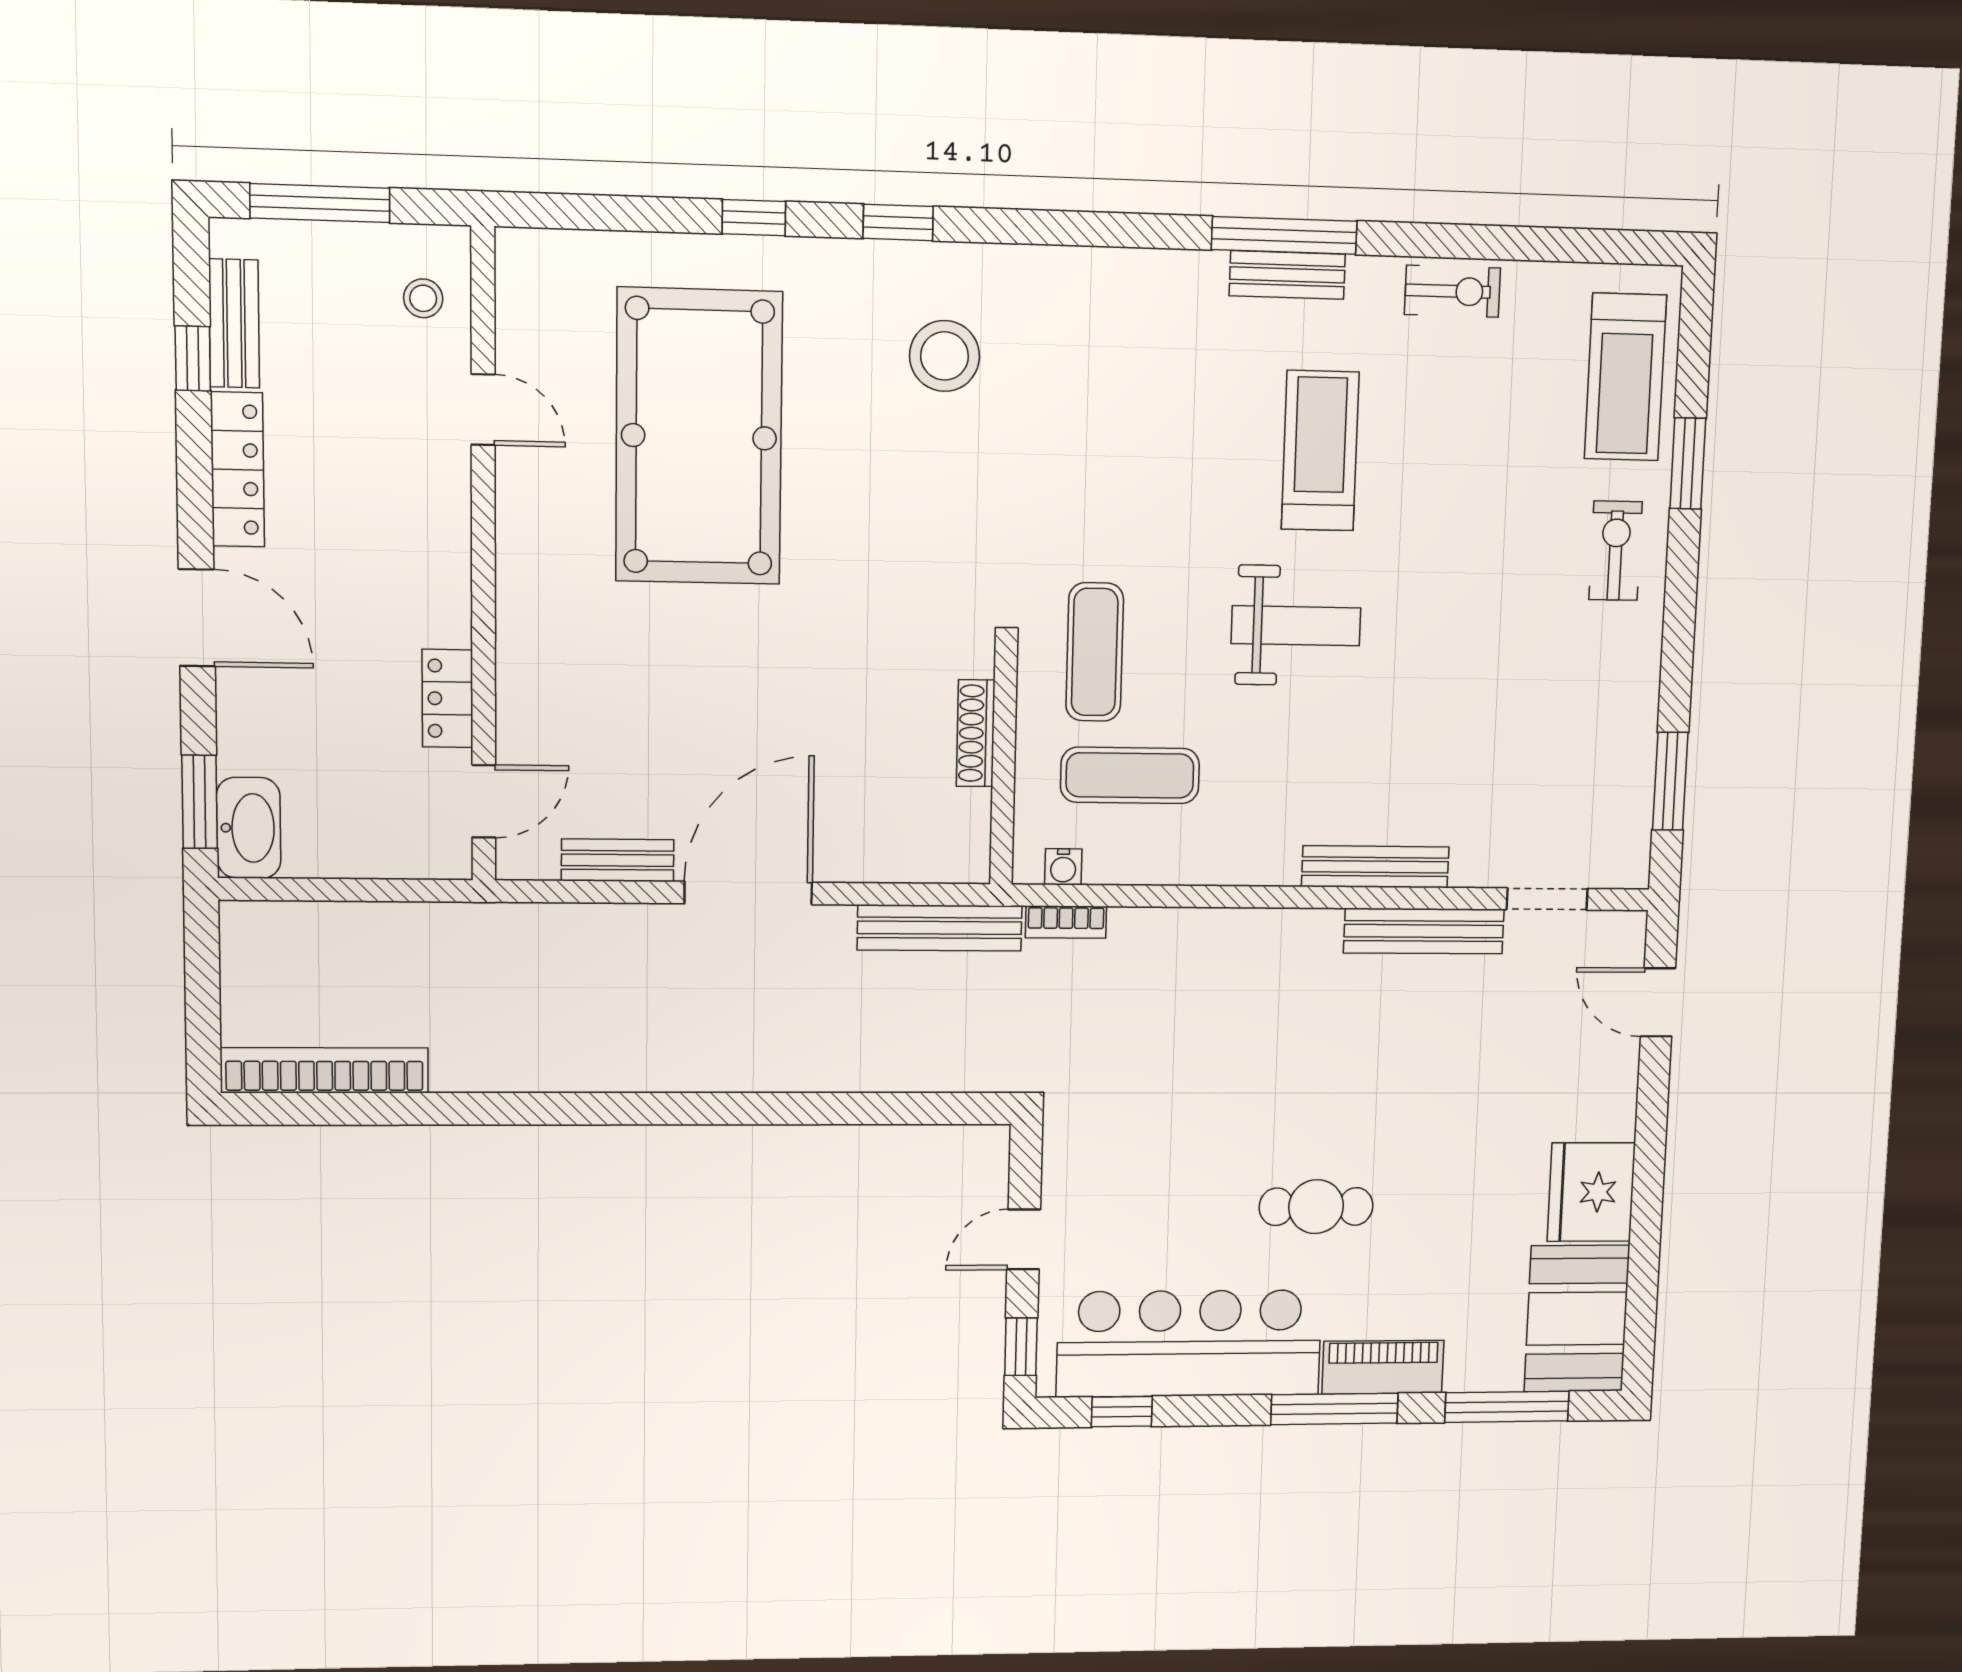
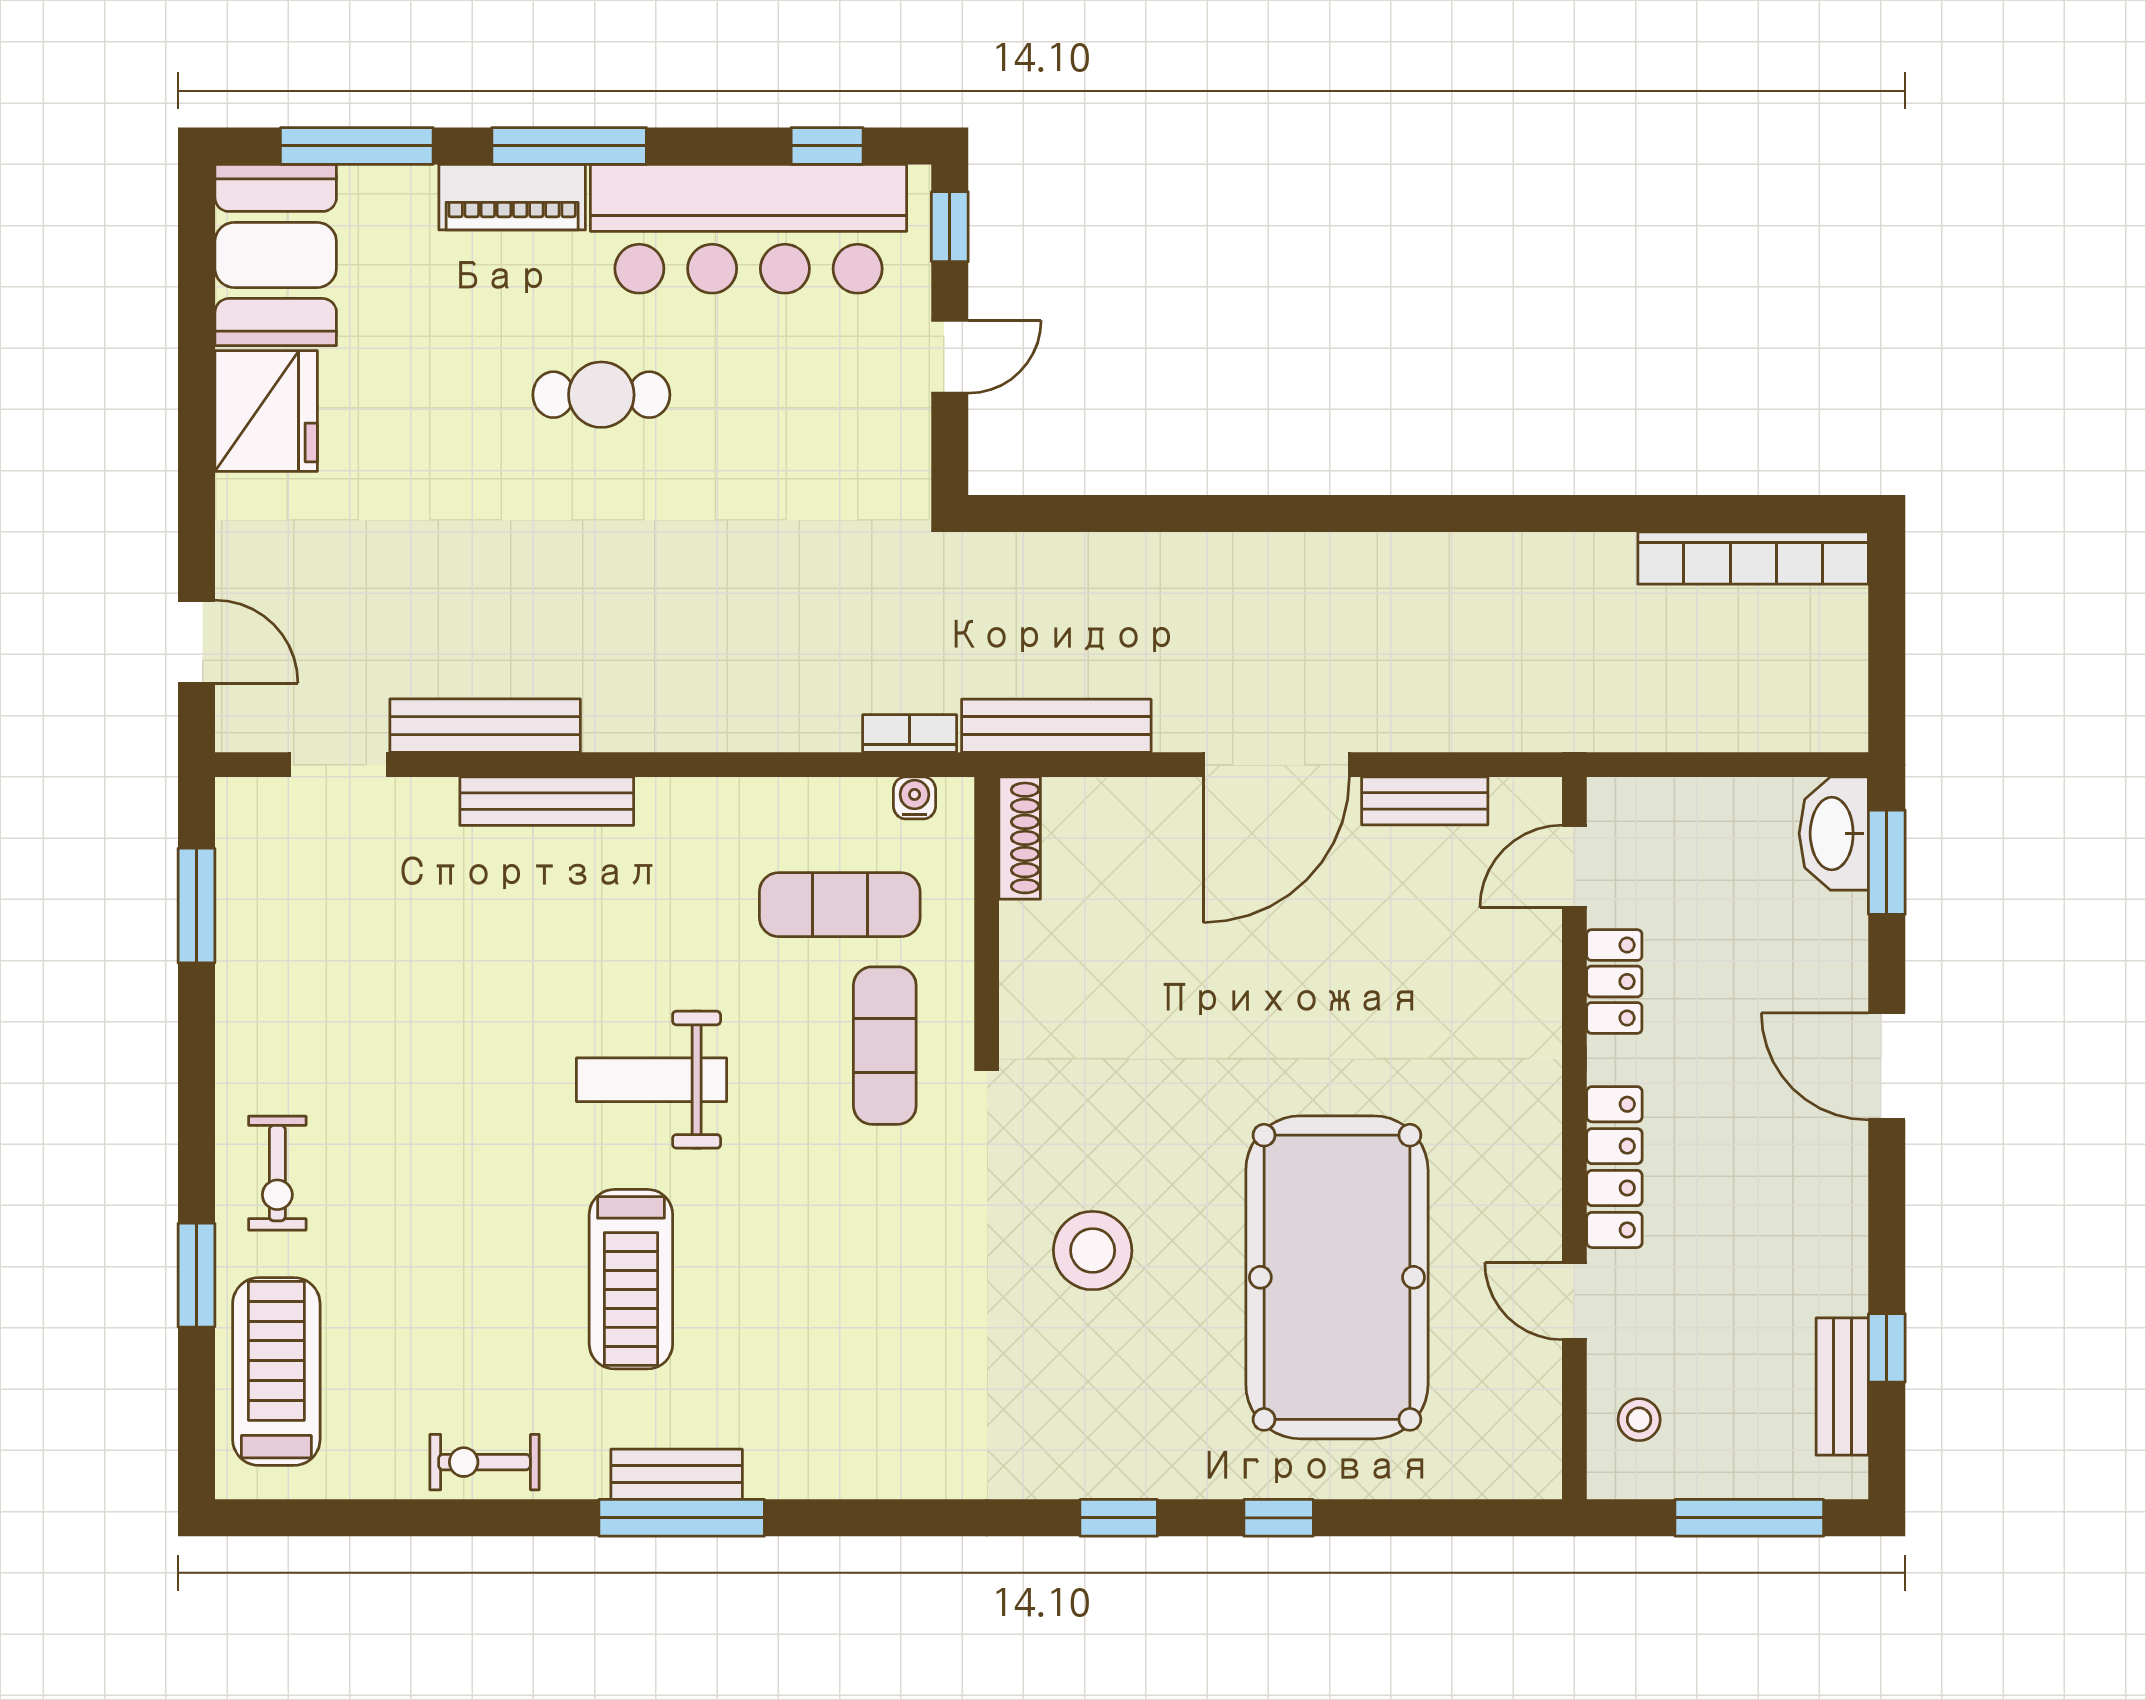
stool: (944, 356) -> (1093, 1251), moved
locker: (237, 470) -> (1614, 1167), moved, turned 180
shoe rack: (976, 733) -> (1020, 838), moved

